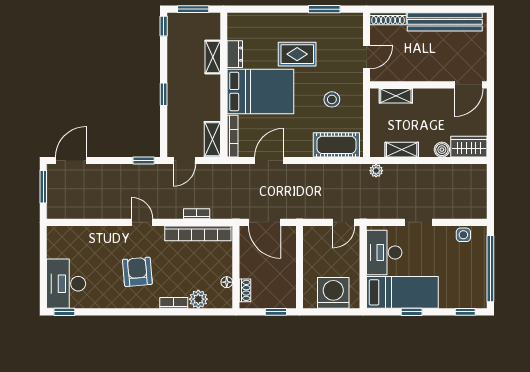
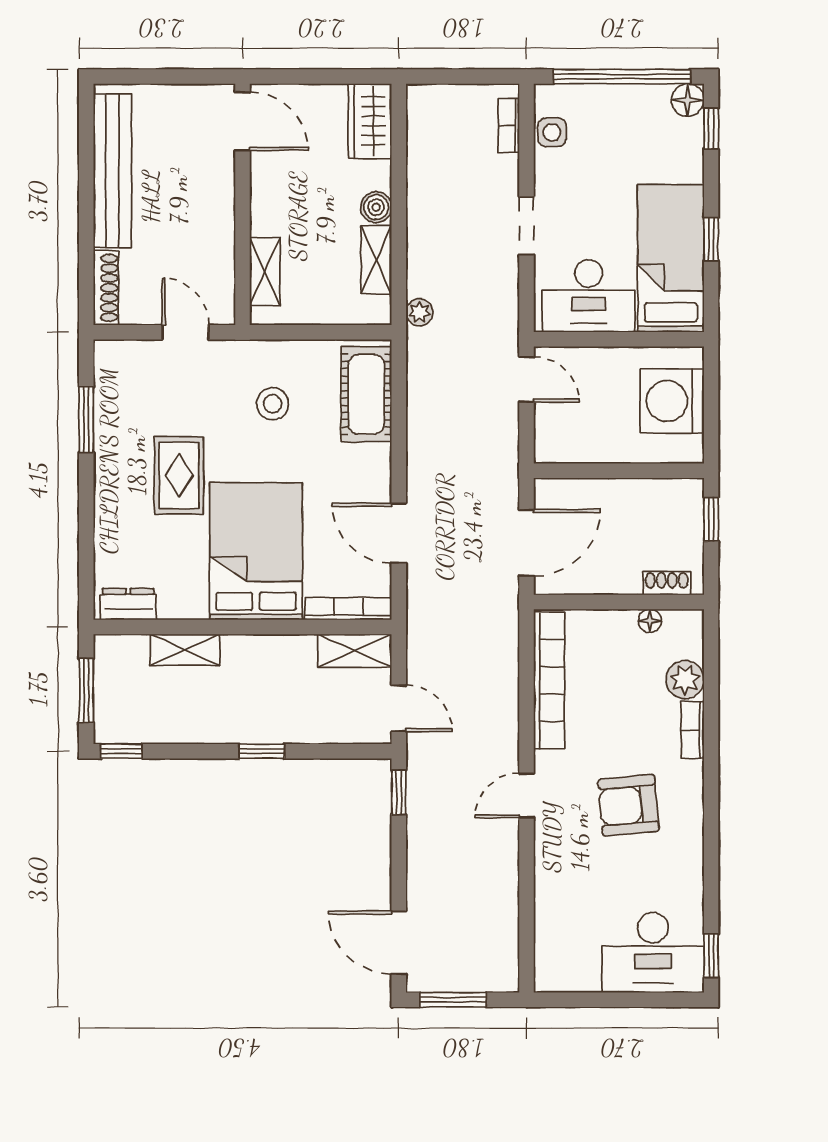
dresser: (235, 54) -> (128, 604), moved
boiler: (442, 150) -> (376, 207), moved
bookcase: (197, 214) -> (509, 125), moved
floor lamp: (479, 301) -> (688, 100), added

